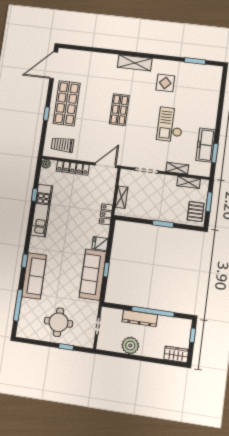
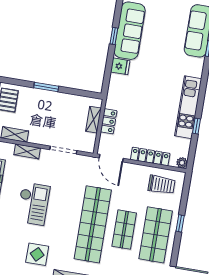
shop shelf: (93, 106) -> (124, 230), added
shop shelf: (119, 110) -> (93, 224), width x2.00, depth x1.36
door: (105, 165) -> (111, 158), hinge flipped
locker: (106, 214) -> (109, 121), moved

